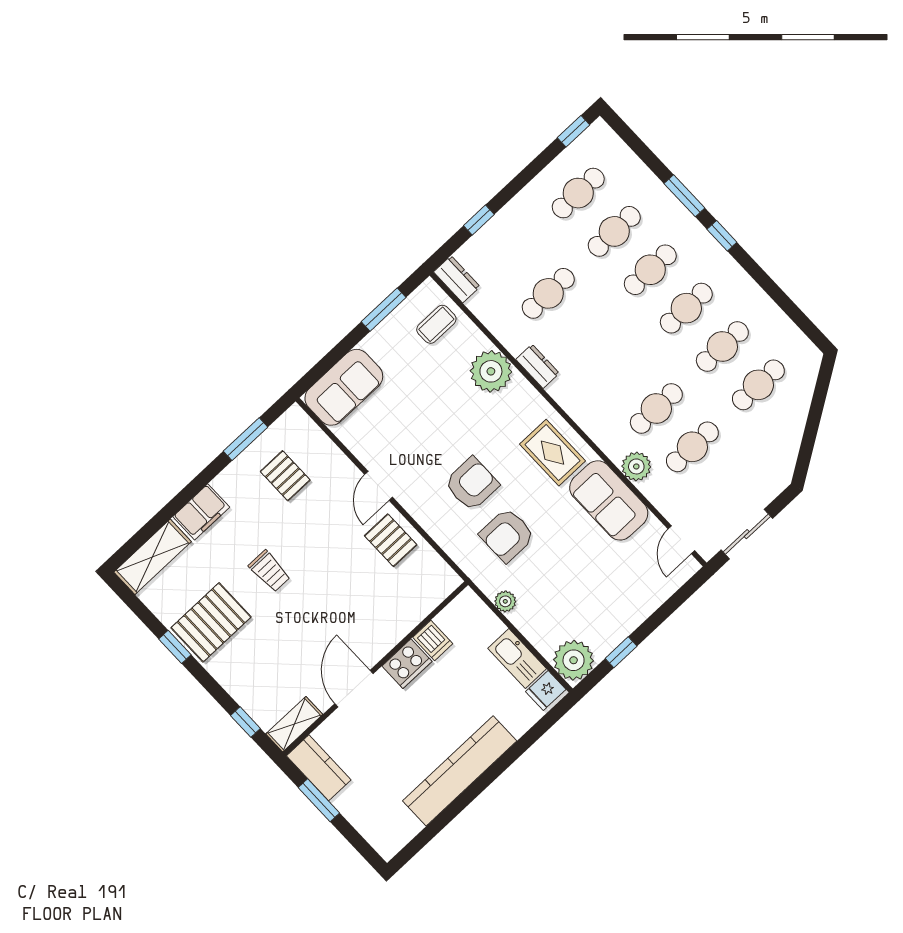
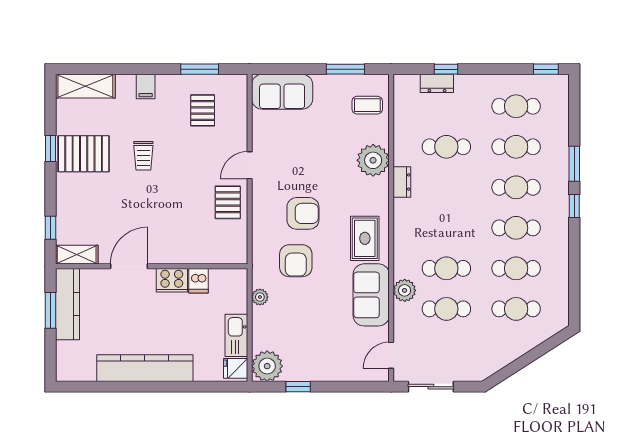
dresser: (457, 279) -> (437, 83), moved, turned 90
filing cabinet: (201, 512) -> (146, 87), width x0.50
armchair: (507, 535) -> (296, 261), turned -90
kitchen counter: (319, 768) -> (67, 304), width x1.50

